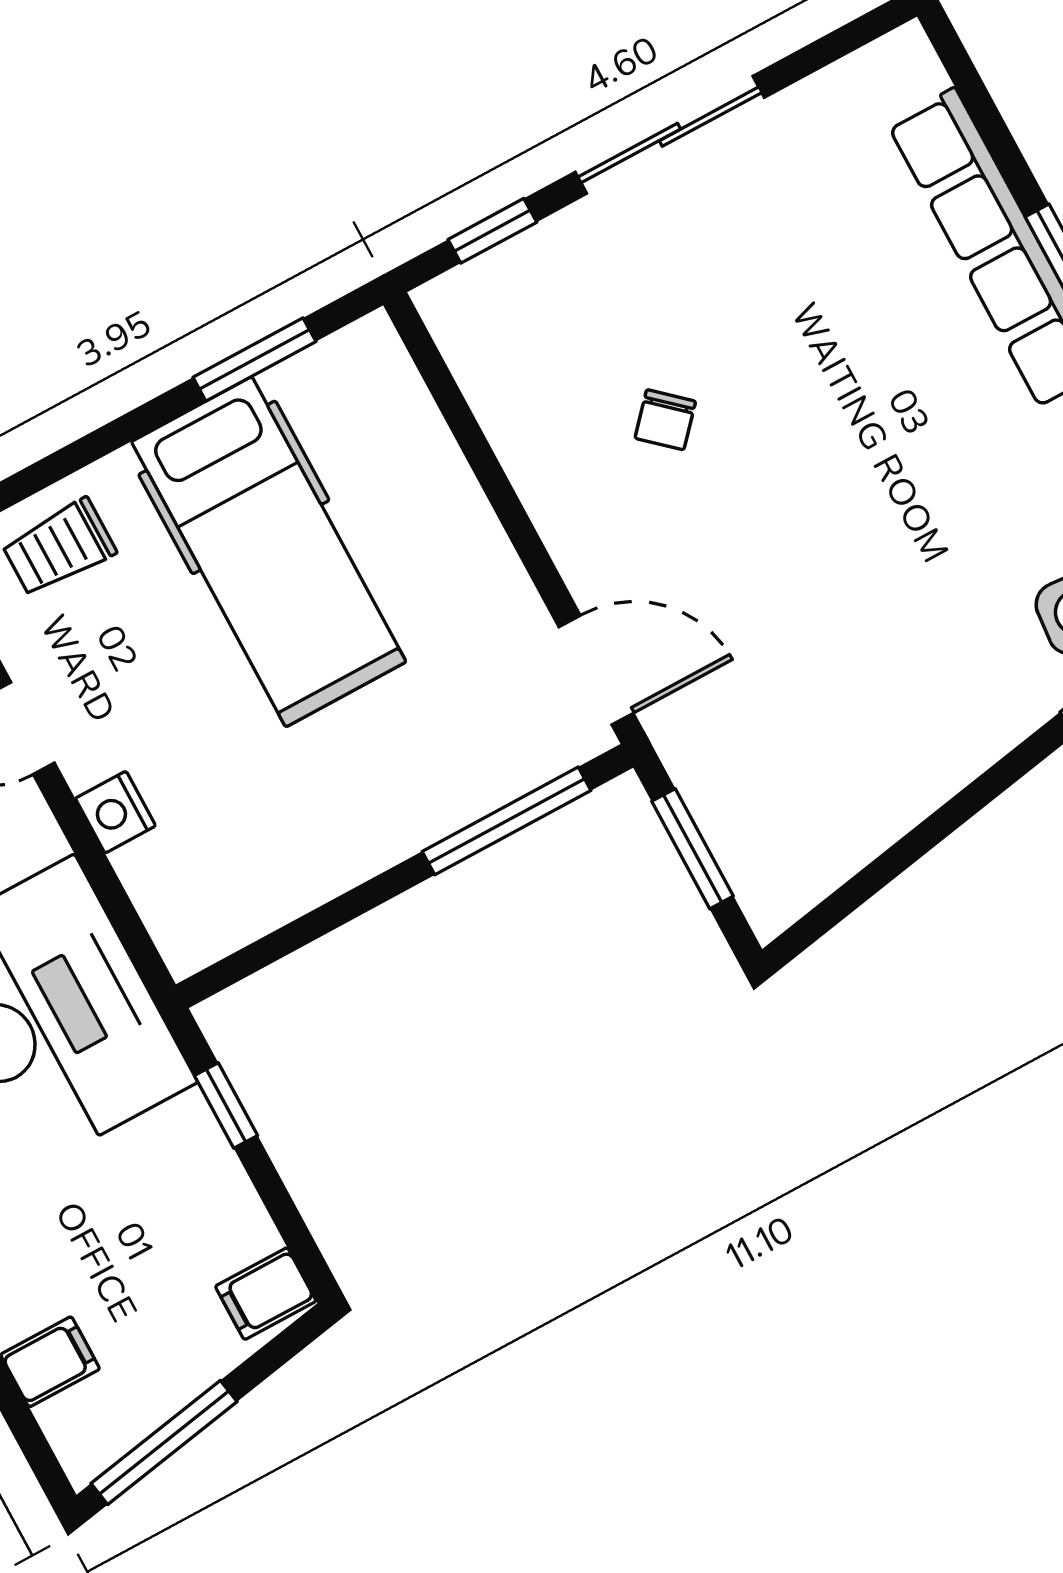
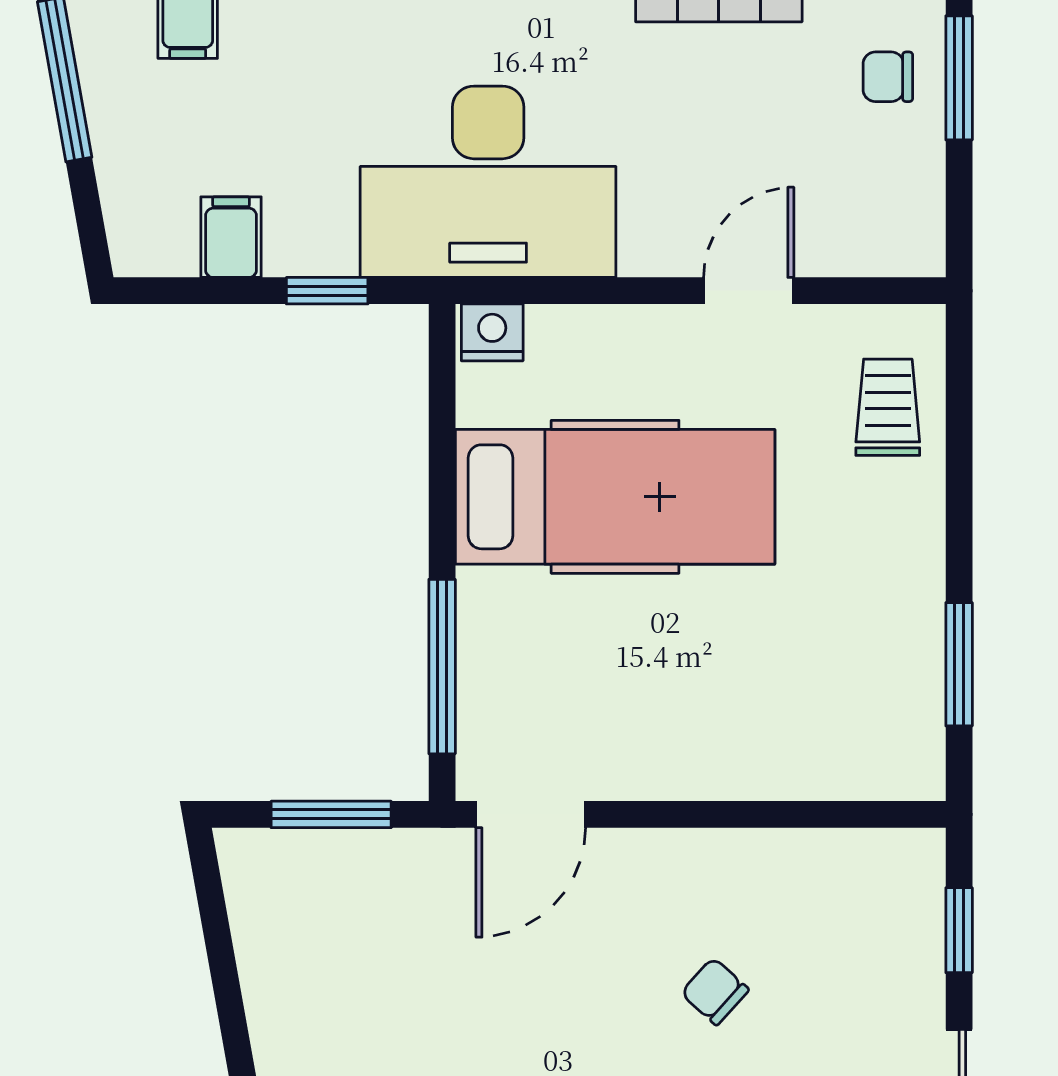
hospital bed: (269, 552) -> (615, 497), moved, turned 180
nightstand: (115, 812) -> (492, 332), moved
filing cabinet: (266, 1294) -> (231, 237), moved

